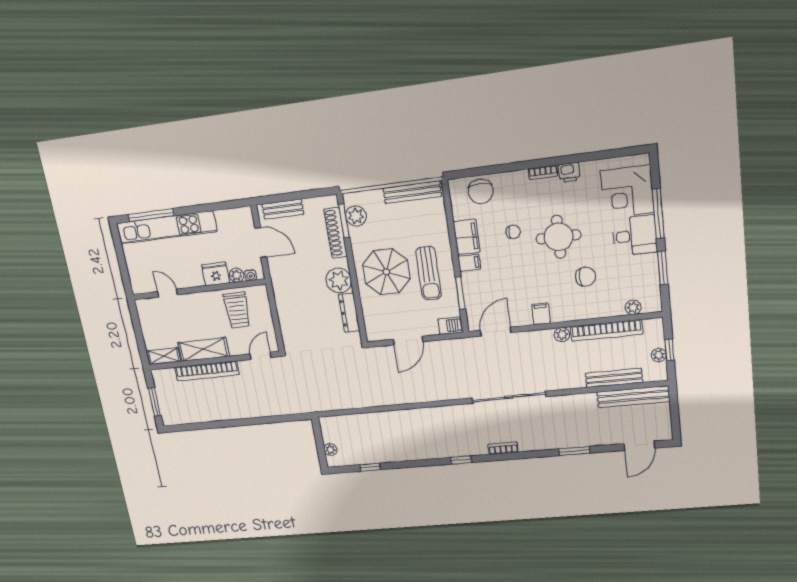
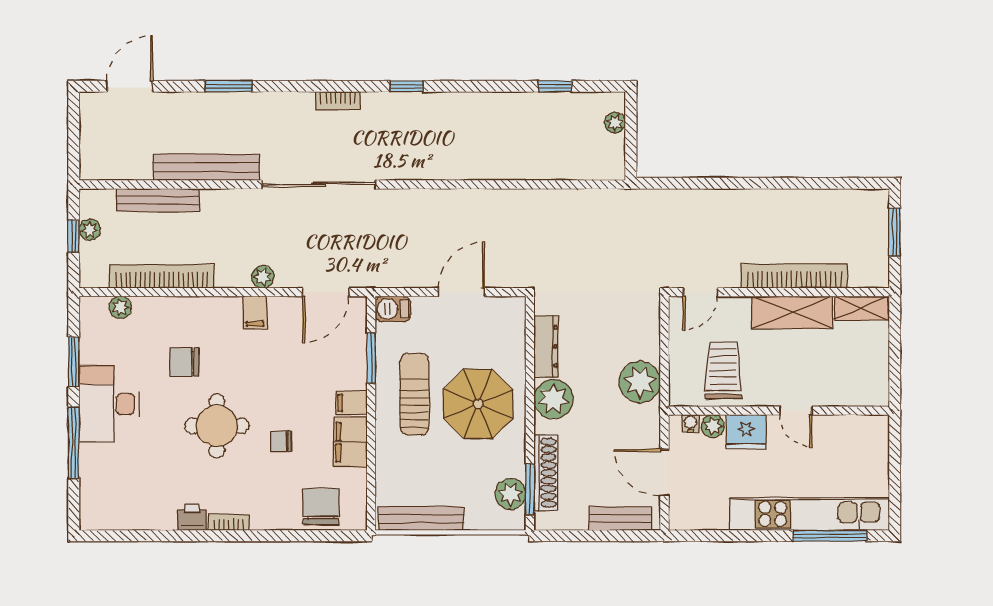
corner desk: (627, 192) -> (114, 479), removed
desk: (635, 236) -> (109, 404), width x1.37
door: (167, 293) -> (796, 411), moved
plant: (287, 297) -> (640, 382), added
plant: (562, 334) -> (263, 277), moved
bench: (633, 397) -> (206, 167), moved

